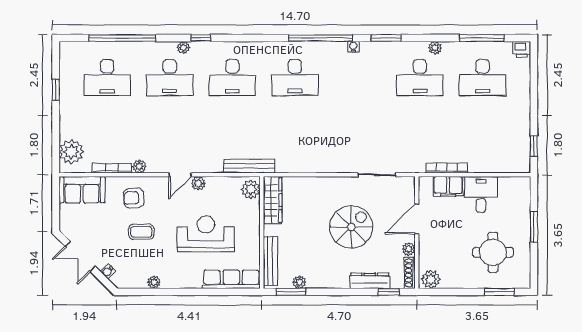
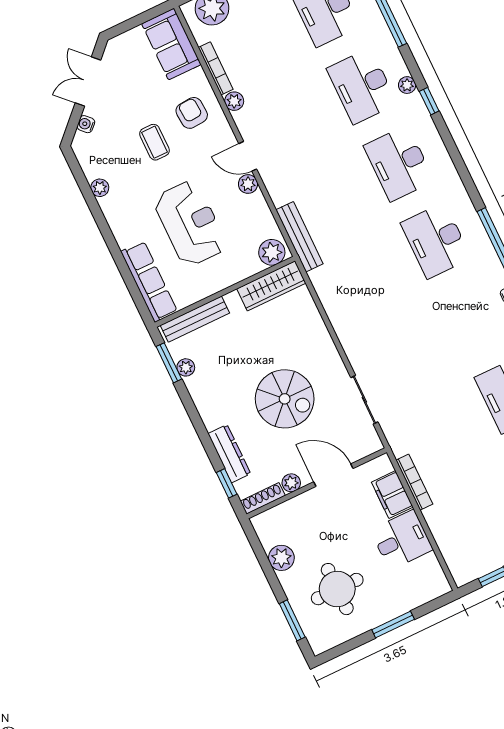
plant: (431, 279) -> (281, 558), moved

